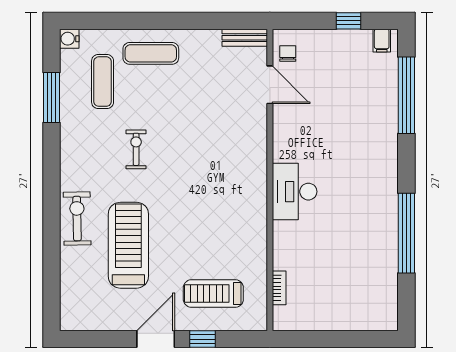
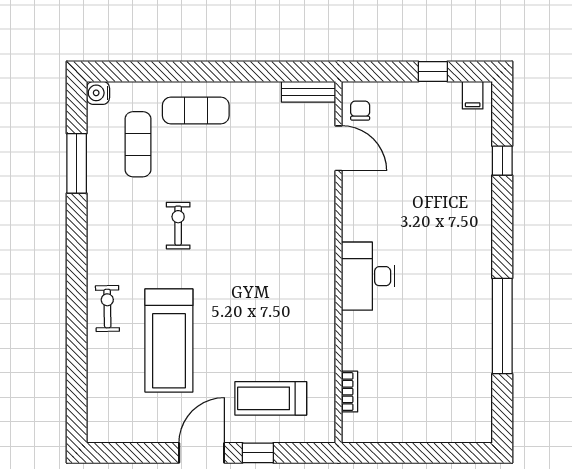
window: (406, 95) -> (502, 161), width x0.32
exercise bike: (77, 219) -> (107, 309), width x0.73, depth x0.72
treadmill: (128, 245) -> (169, 340), turned 180

